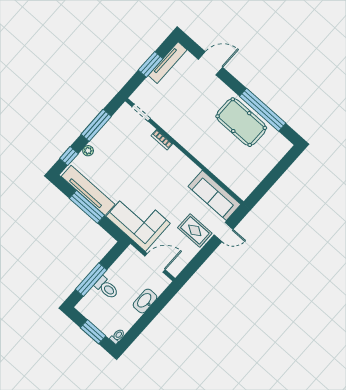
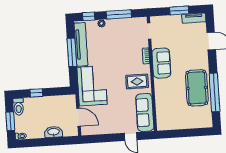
tv unit: (168, 63) -> (194, 18), width x0.71
sofa: (183, 132) -> (161, 63), added
rug: (195, 230) -> (137, 81), moved, turned 90
window: (91, 280) -> (36, 93), width x0.46
toilet: (107, 288) -> (19, 107), moved

